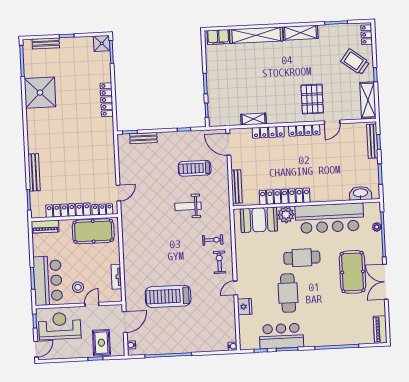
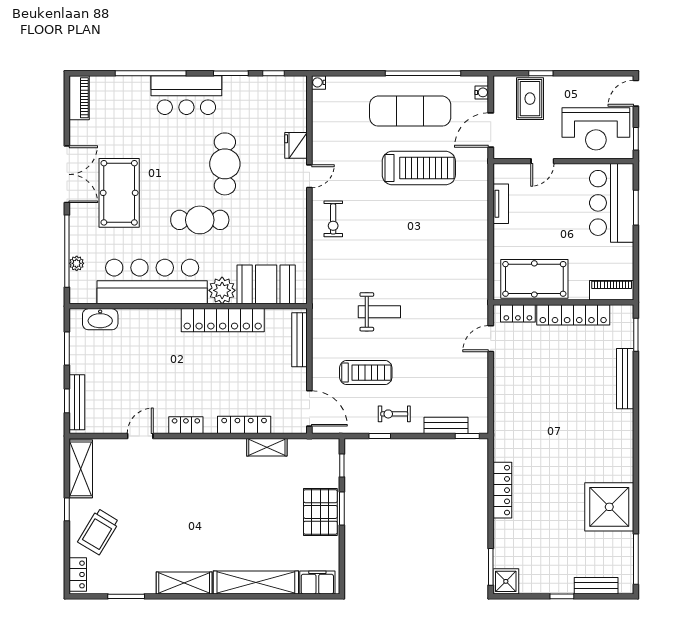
trolley: (355, 62) -> (98, 532), turned 84
pallet: (312, 99) -> (320, 512), moved
locker: (304, 130) -> (186, 425), width x0.66
exercise bike: (213, 240) -> (394, 414), moved
stool: (78, 287) -> (563, 190), removed
exercise mat: (175, 331) -> (410, 111), added
bar counter: (281, 336) -> (186, 95), moved

